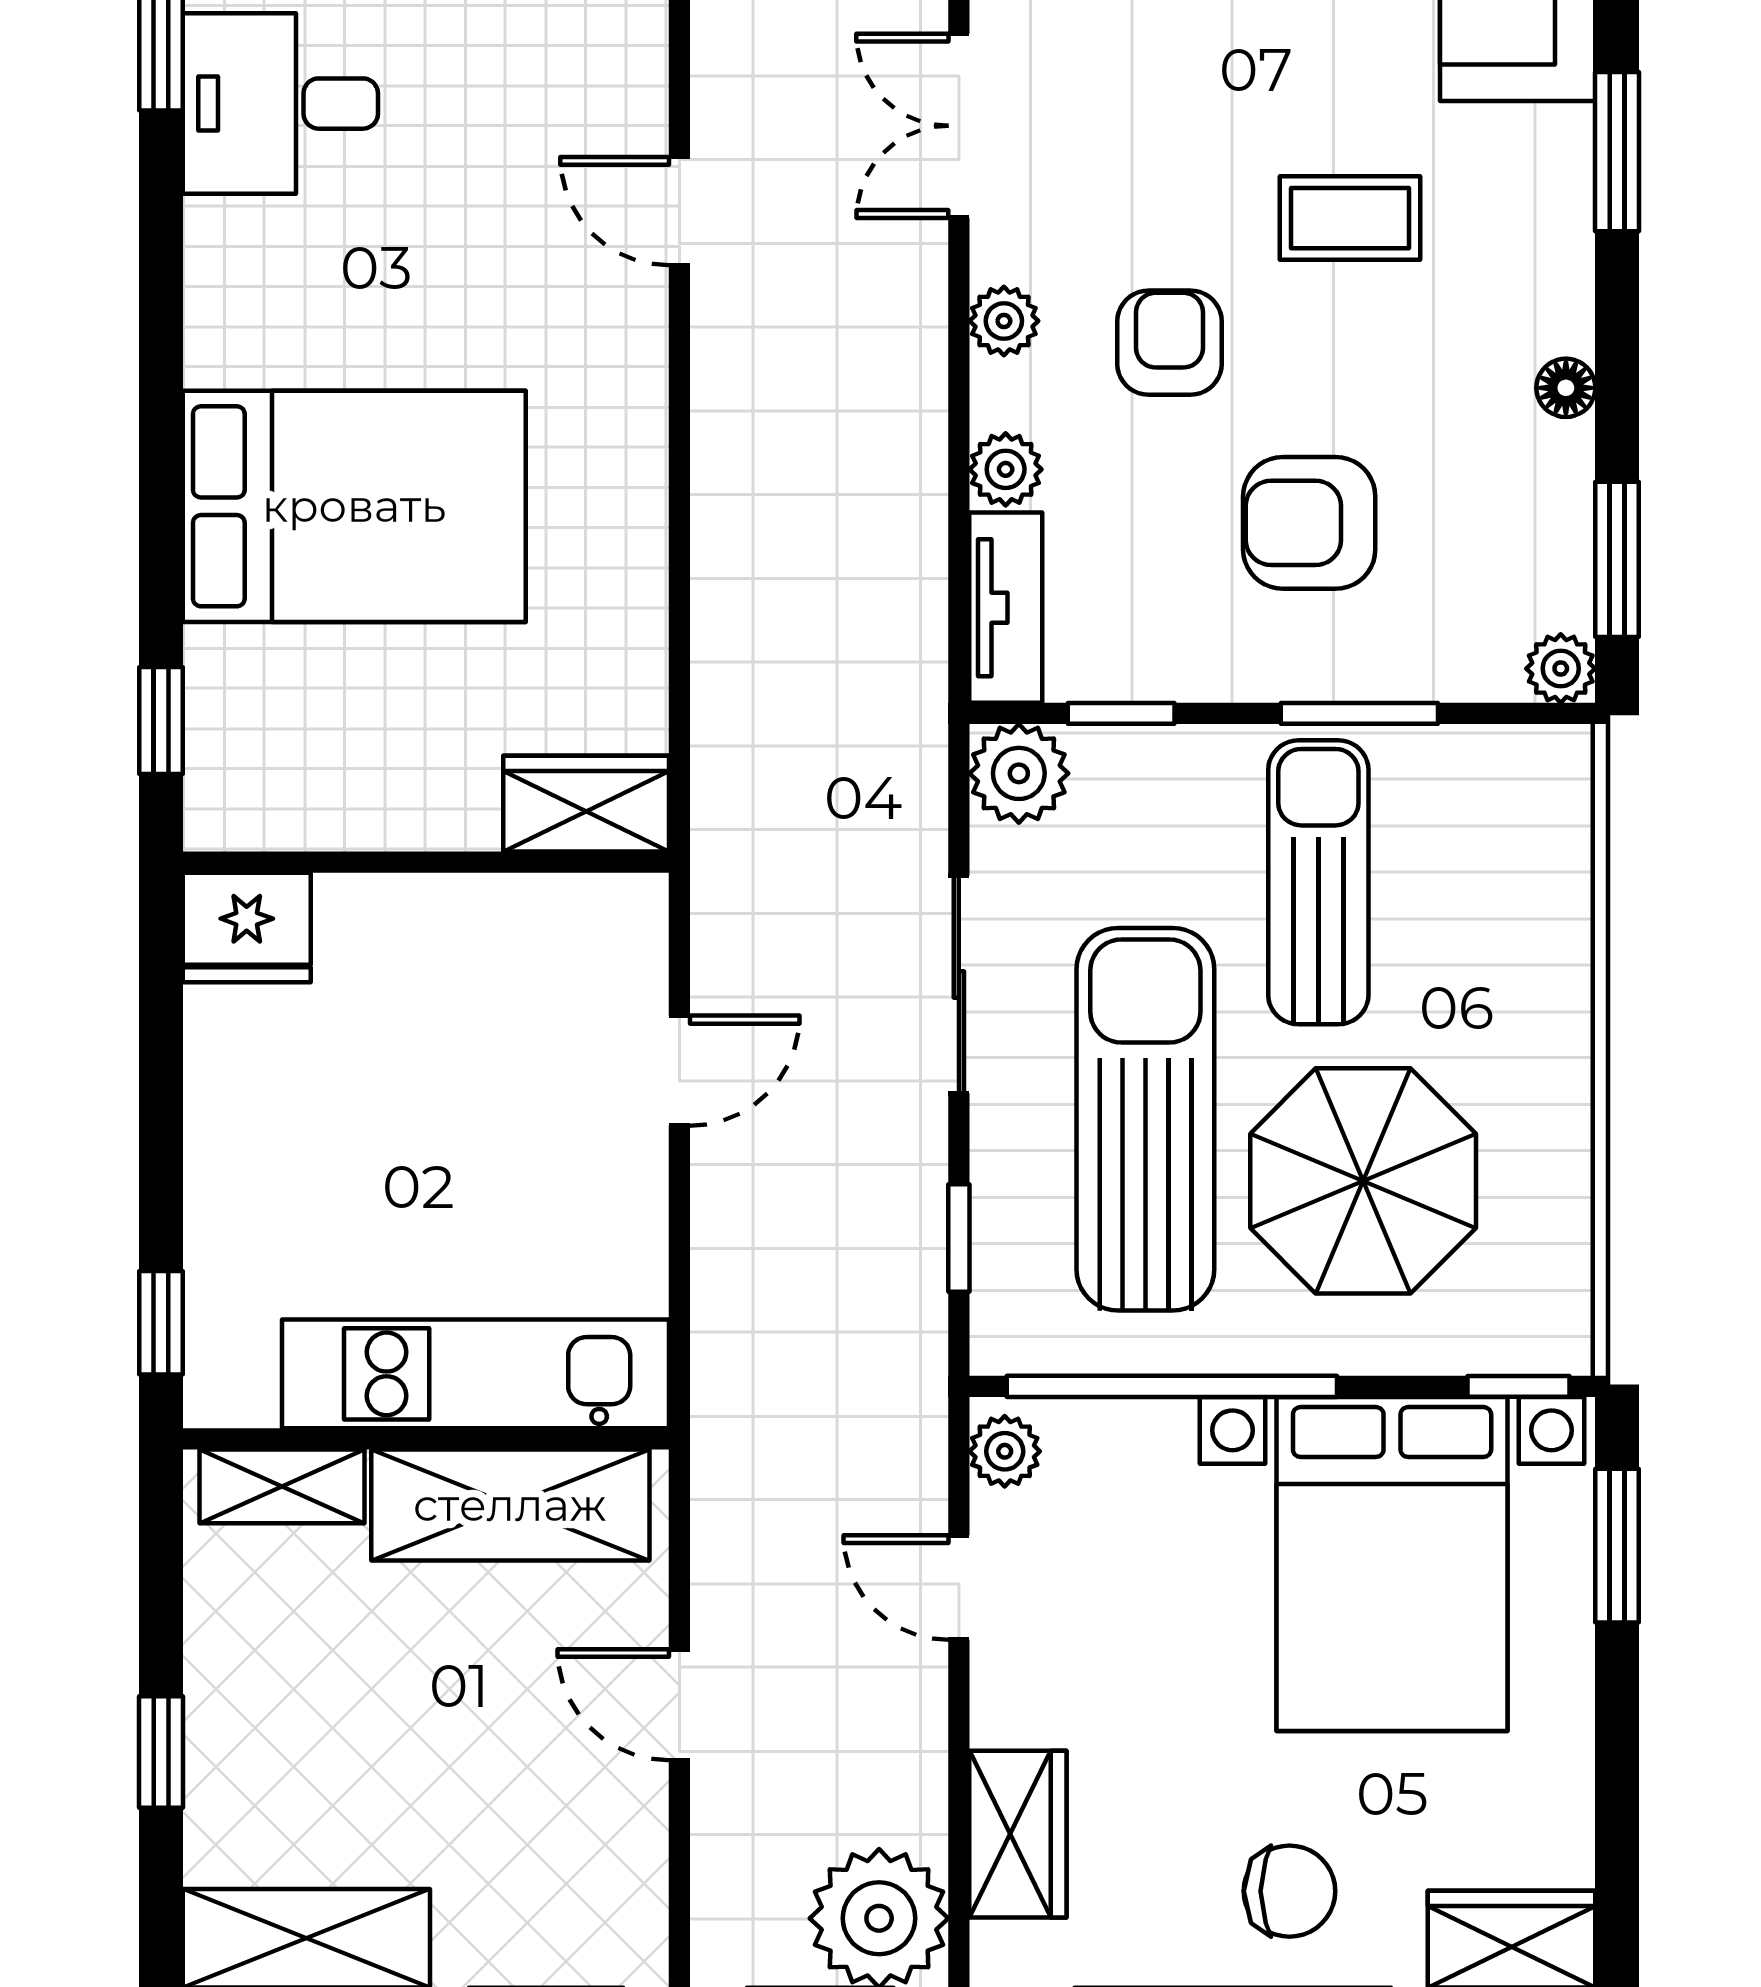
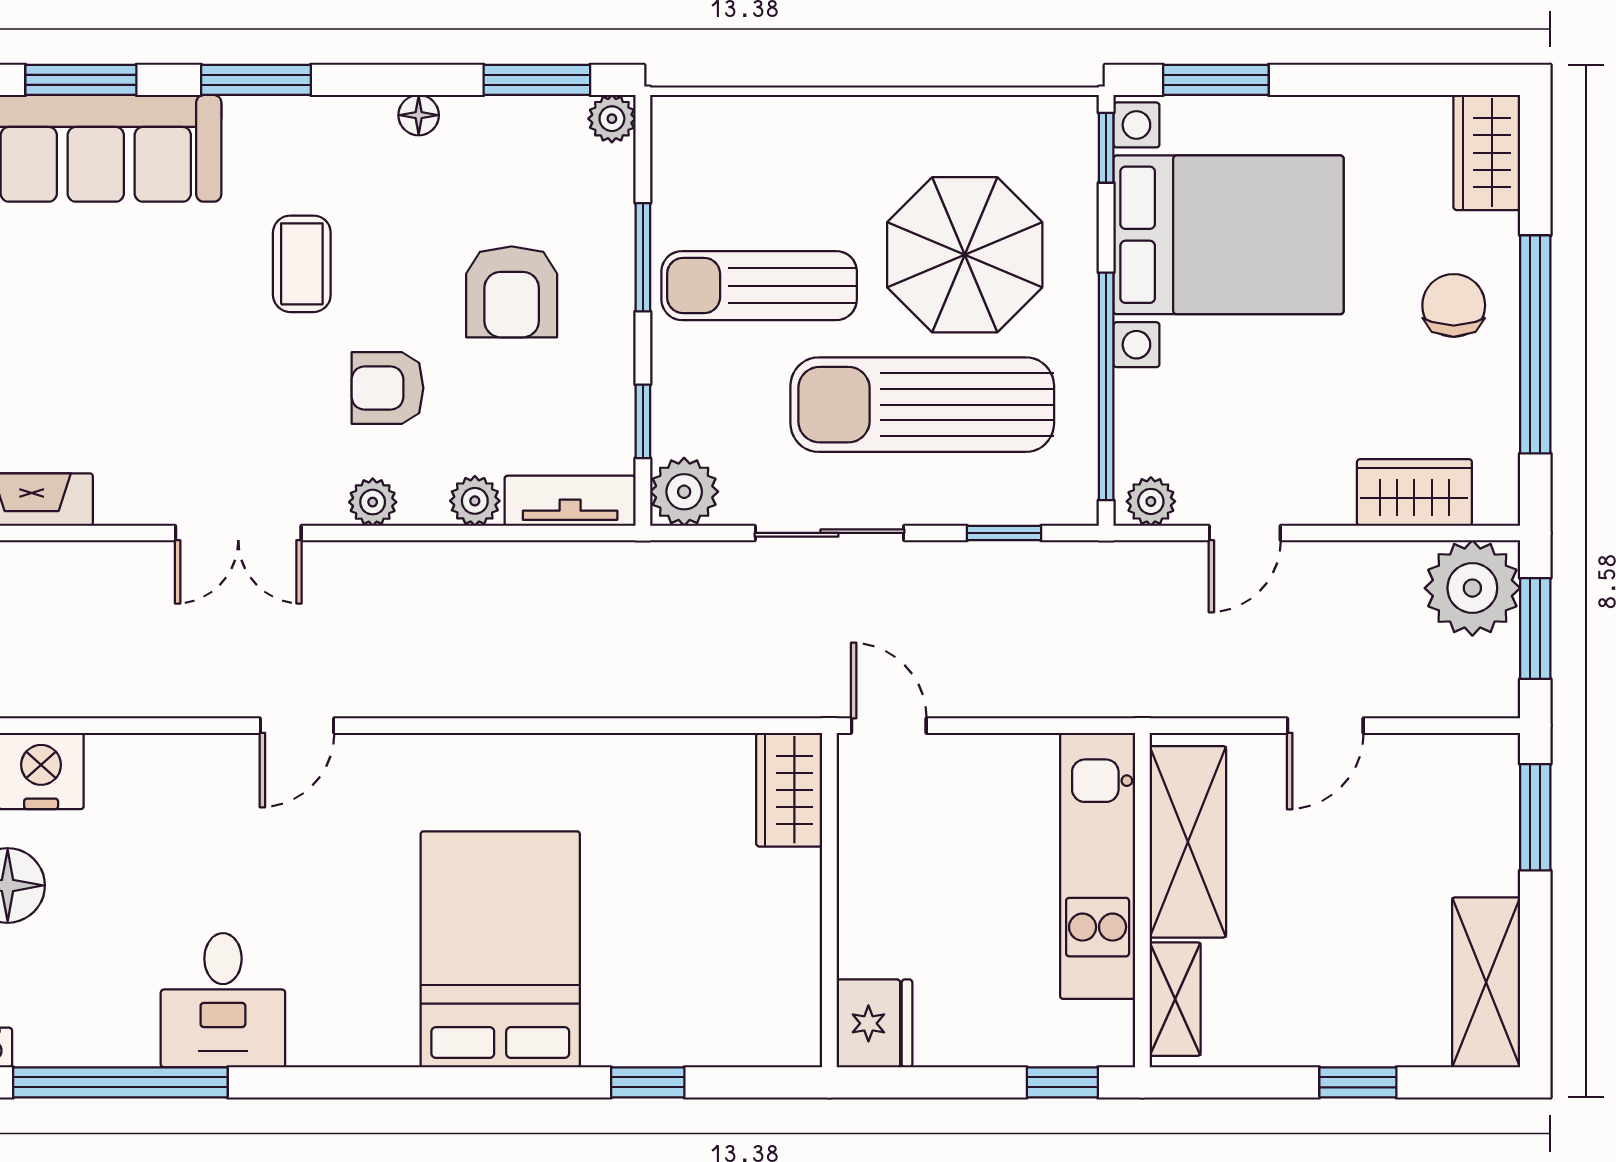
wardrobe: (586, 804) -> (789, 790), moved
wall: (426, 862) -> (829, 900), moved
fridge: (247, 927) -> (874, 1023), moved

